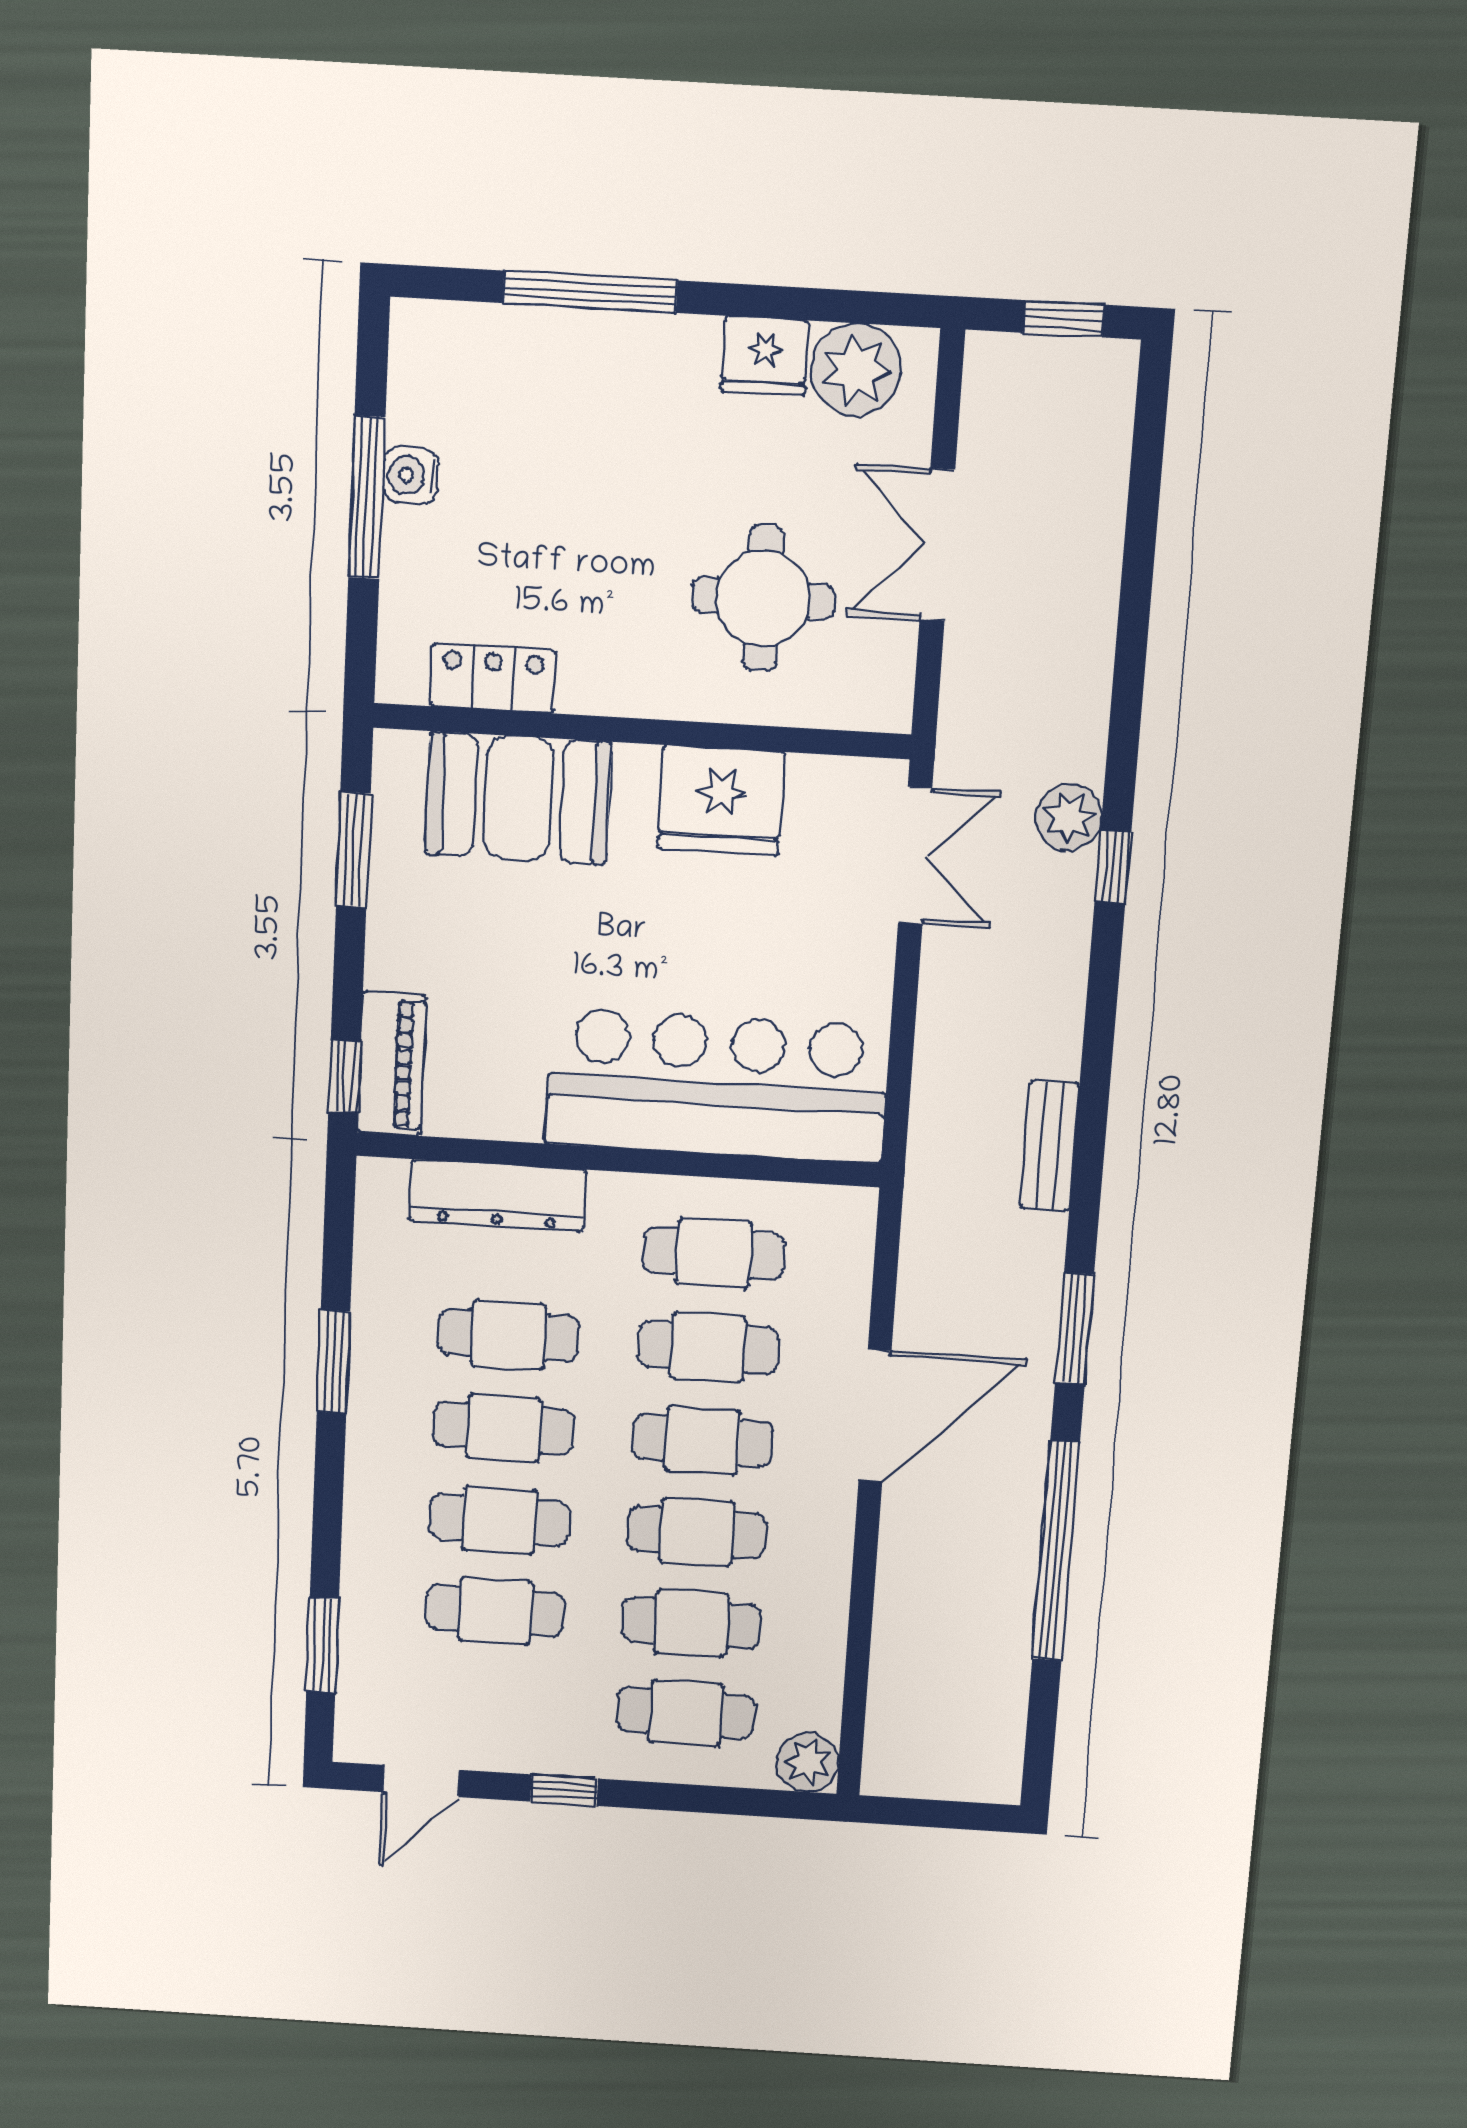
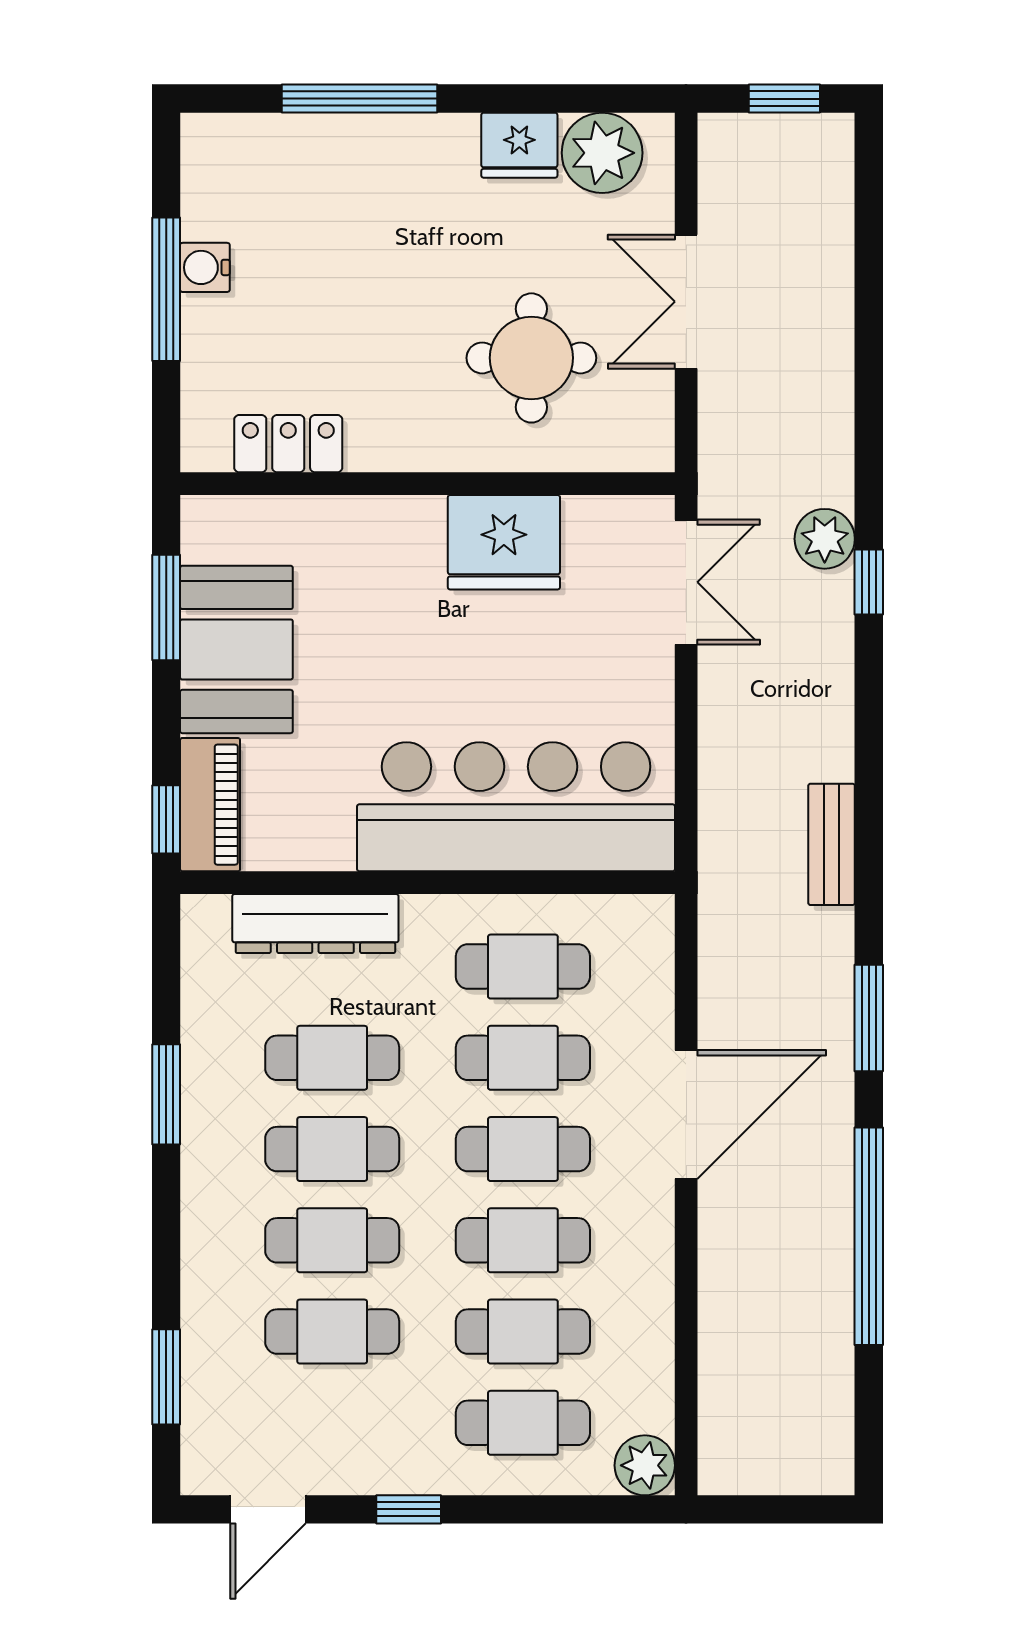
booth: (518, 798) -> (236, 649), moved, turned 90

